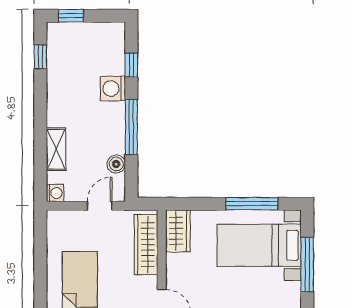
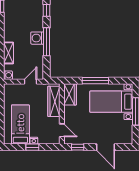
washing machine: (113, 89) -> (37, 38), moved
boiler: (116, 164) -> (39, 61), removed
window: (252, 204) -> (95, 81), moved

